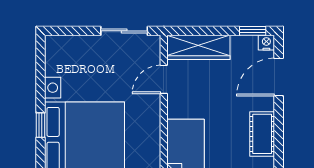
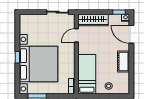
door: (279, 77) -> (131, 34), hinge flipped

